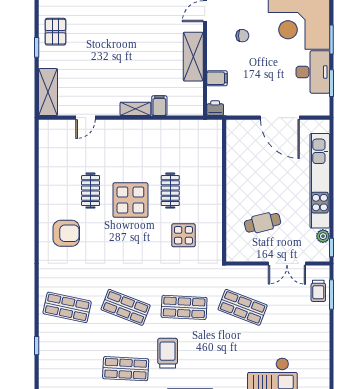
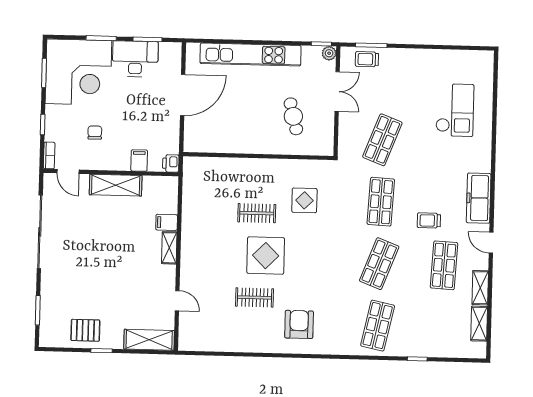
plant: (323, 236) -> (329, 53), moved
trolley: (318, 291) -> (367, 59), turned 180
trolley: (168, 353) -> (429, 220), width x0.73, depth x0.72

